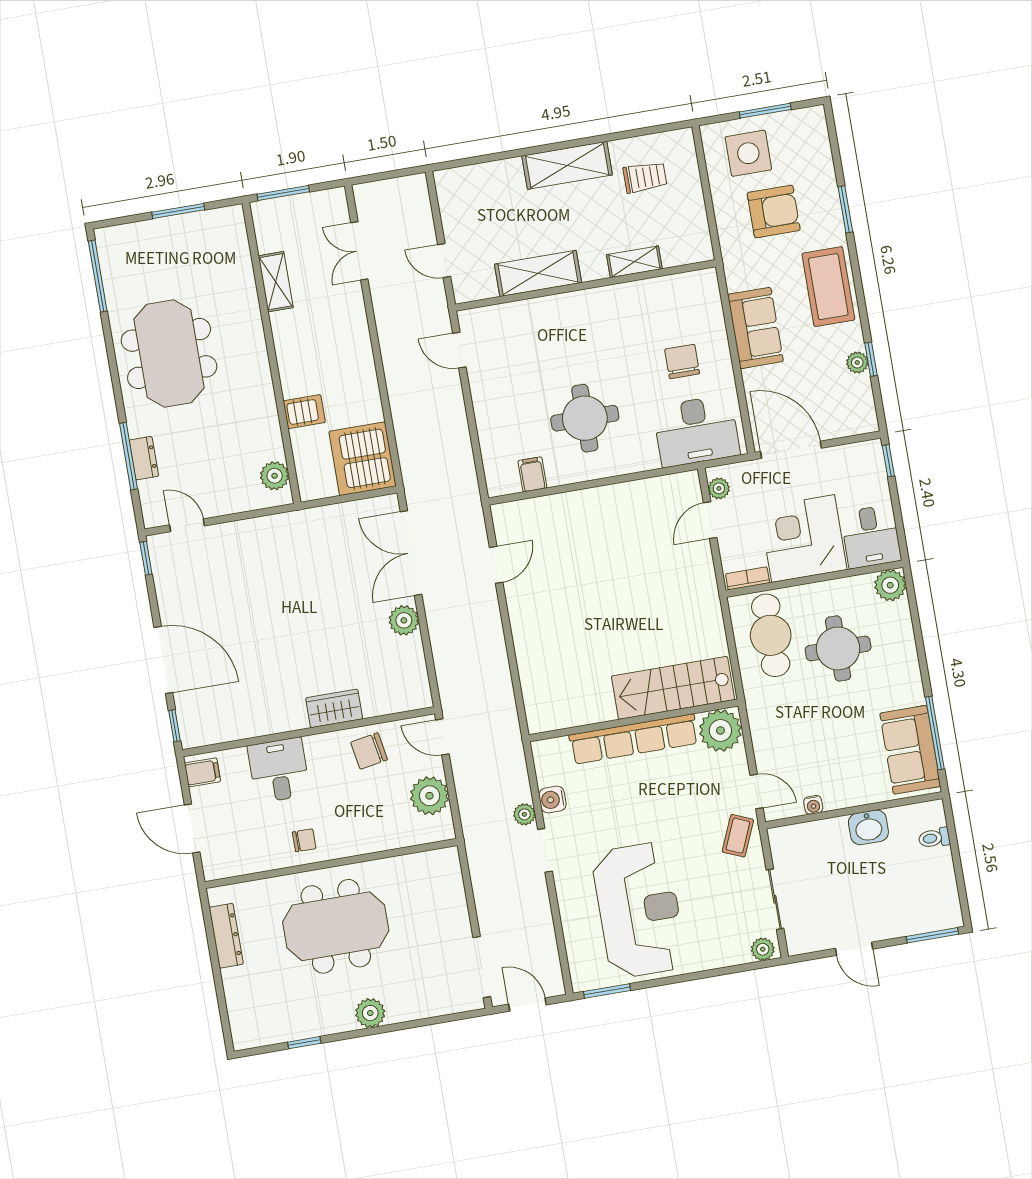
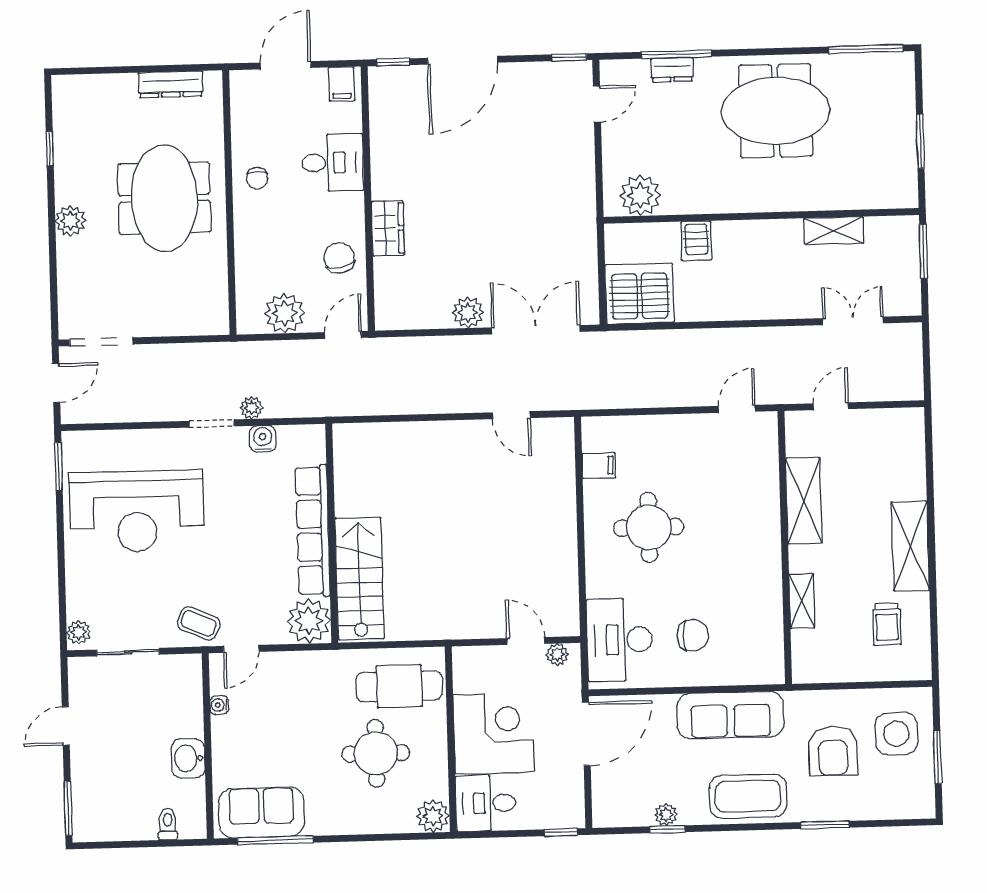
sofa: (755, 328) -> (730, 715), width x1.36
plant: (275, 476) -> (640, 196), width x1.36, depth x1.36
bookcase: (748, 578) -> (461, 671), removed

